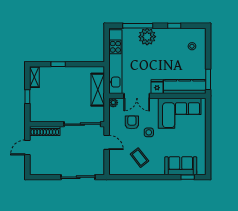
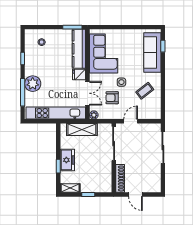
freezer: (65, 74) -> (67, 160), added
sofa: (181, 166) -> (152, 53), width x1.36

